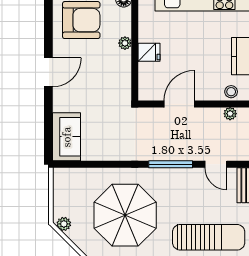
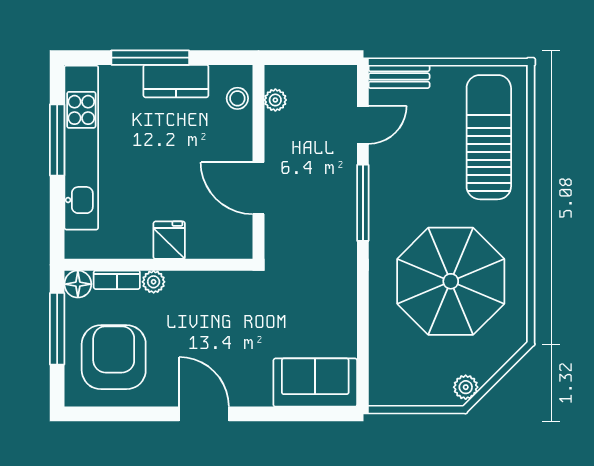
bookcase: (126, 22) -> (117, 280), added

